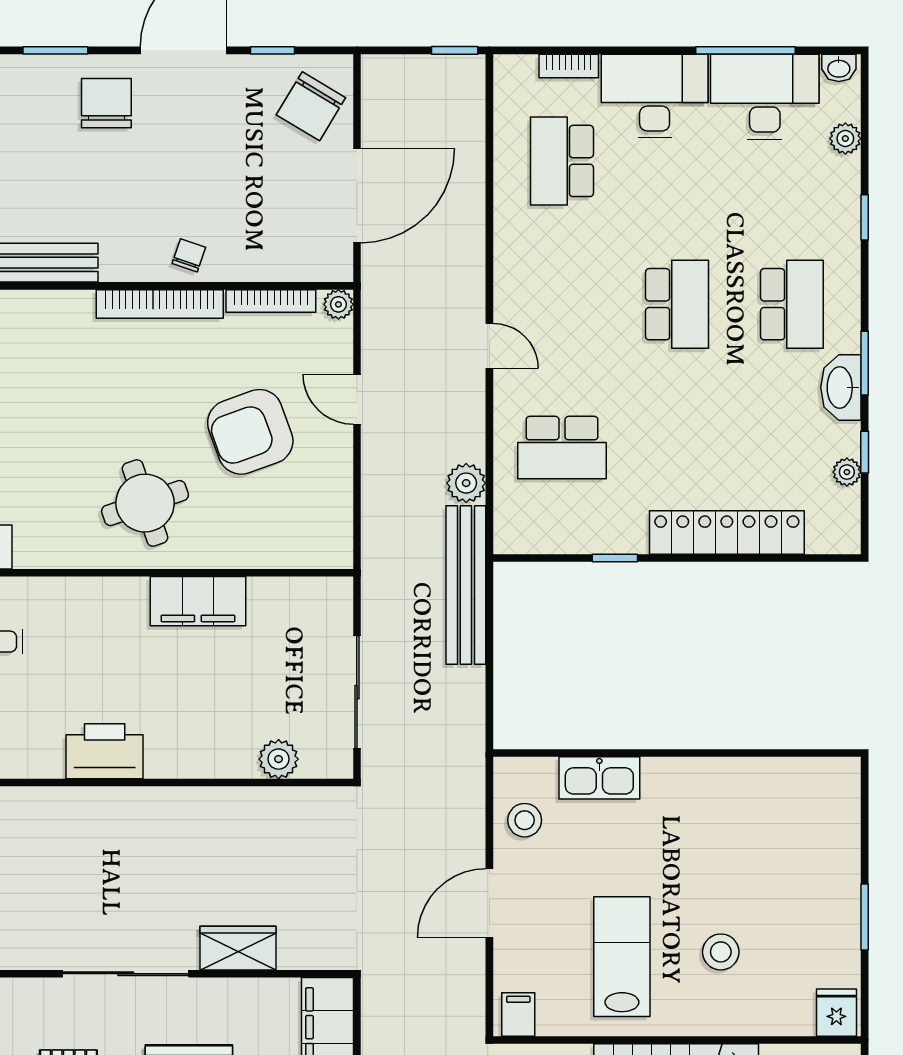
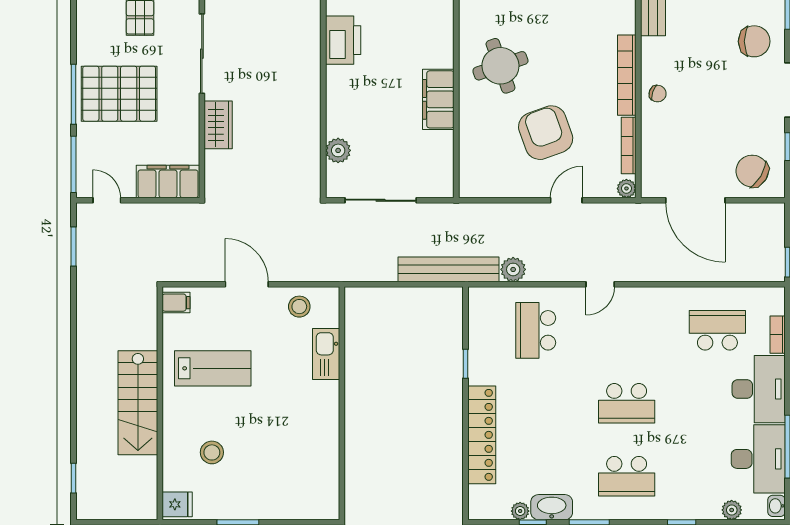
washbasin: (841, 388) -> (552, 507), moved
stool: (721, 952) -> (212, 452), moved

